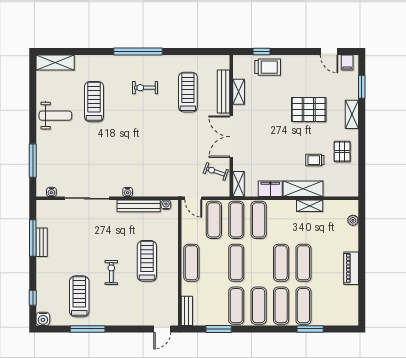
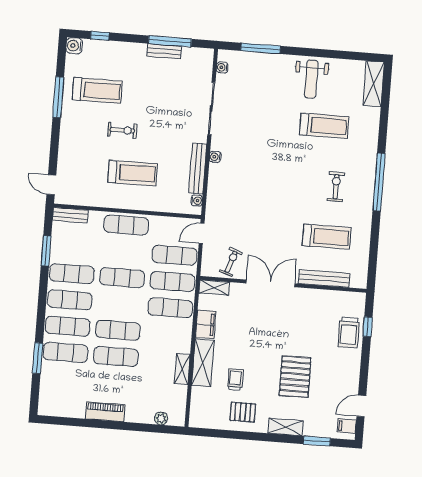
shelving: (239, 92) -> (322, 296), removed

